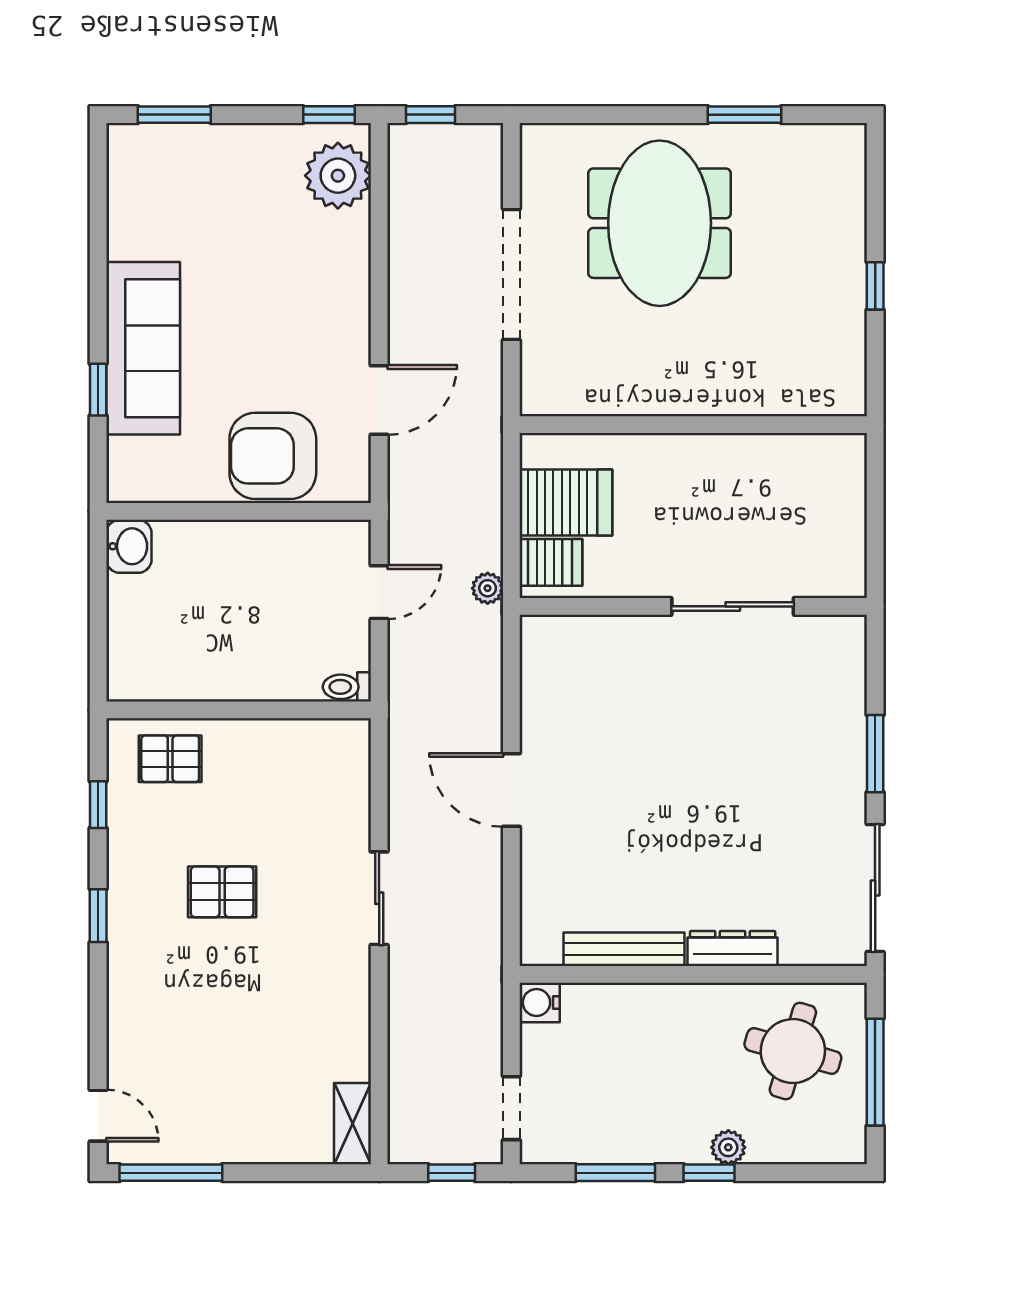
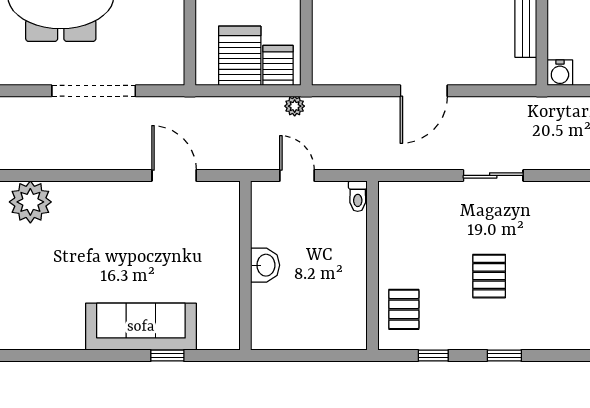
armchair: (273, 456) -> (210, 244), removed
washbasin: (129, 546) -> (265, 265), moved, turned 90

